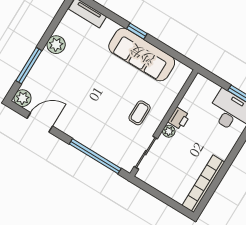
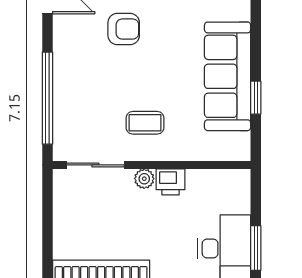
window: (137, 31) -> (256, 98), moved
armchair: (83, 94) -> (124, 29), added

